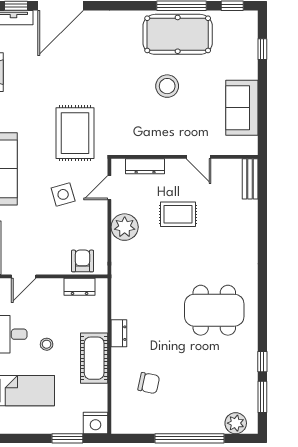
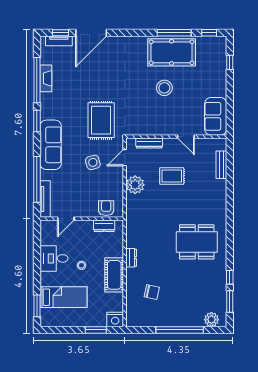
sofa: (242, 108) -> (216, 116), moved
bench: (250, 179) -> (221, 165), moved

